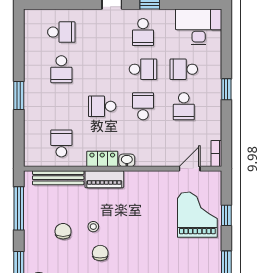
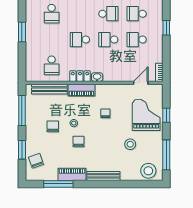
school desk: (143, 106) -> (108, 40), turned -90
school desk: (184, 106) -> (137, 40), turned 90
school desk: (61, 143) -> (52, 65), turned 180
chair: (139, 213) -> (105, 113), added
stool: (174, 257) -> (130, 144), added

